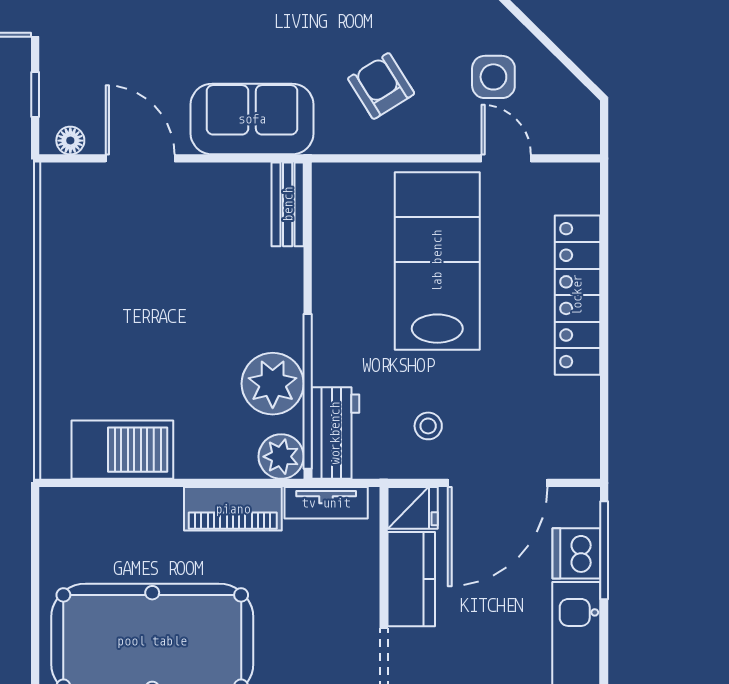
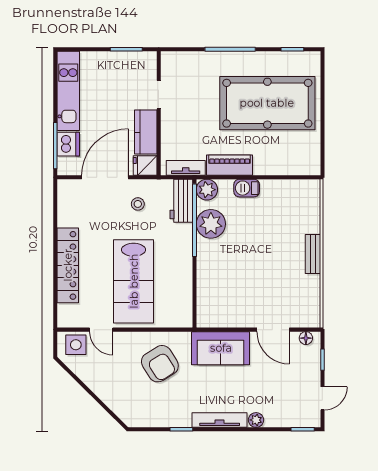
side table: (493, 77) -> (76, 345), moved
armchair: (381, 86) -> (160, 364), width x1.38, depth x1.38
bench: (288, 204) -> (313, 254), moved
barbecue: (122, 450) -> (247, 188), moved, width x0.53, depth x0.65

